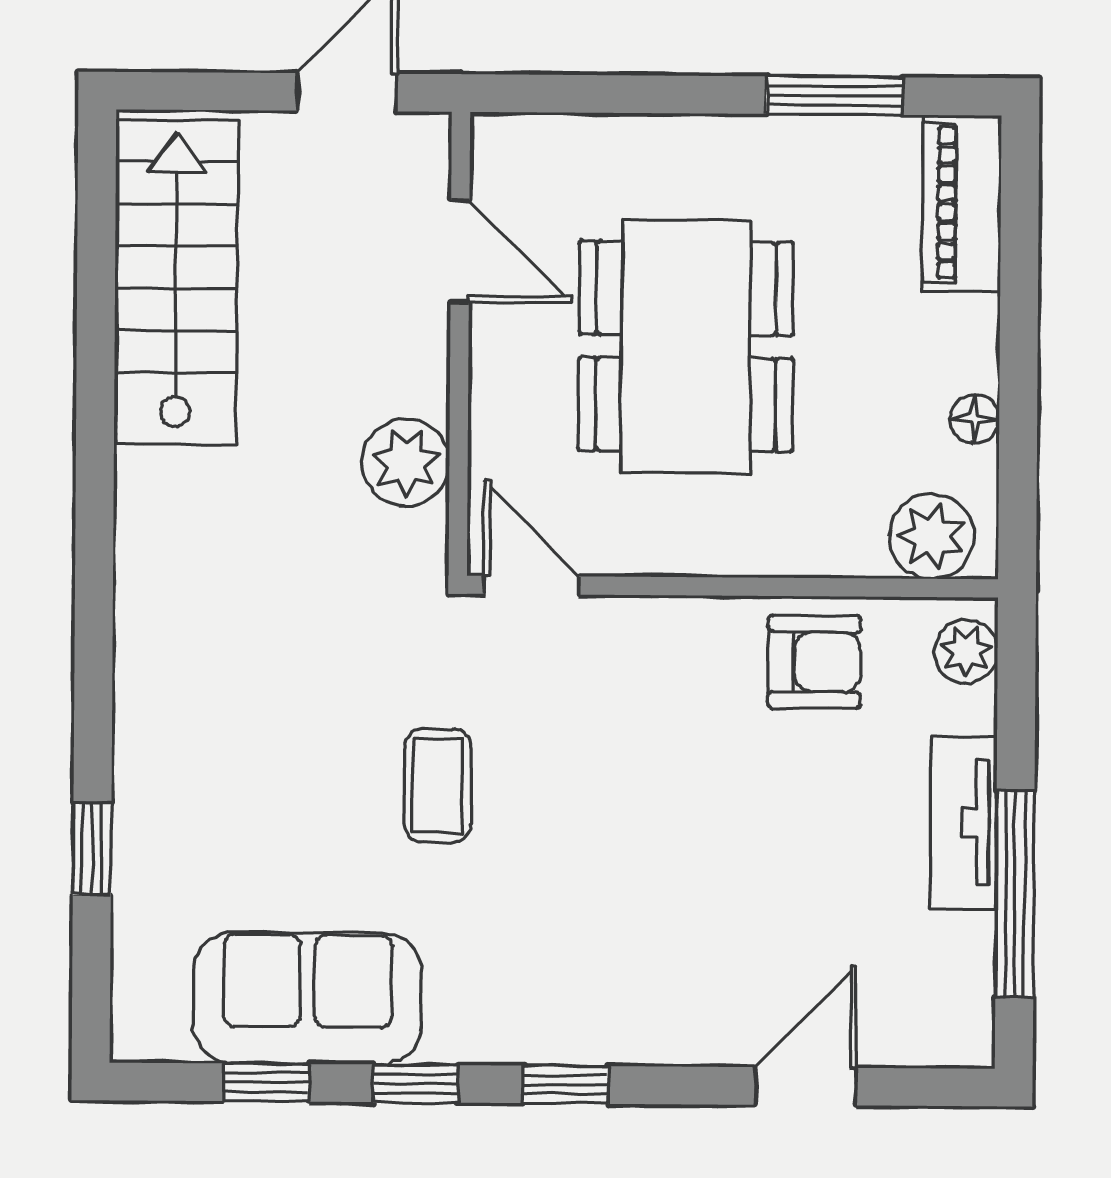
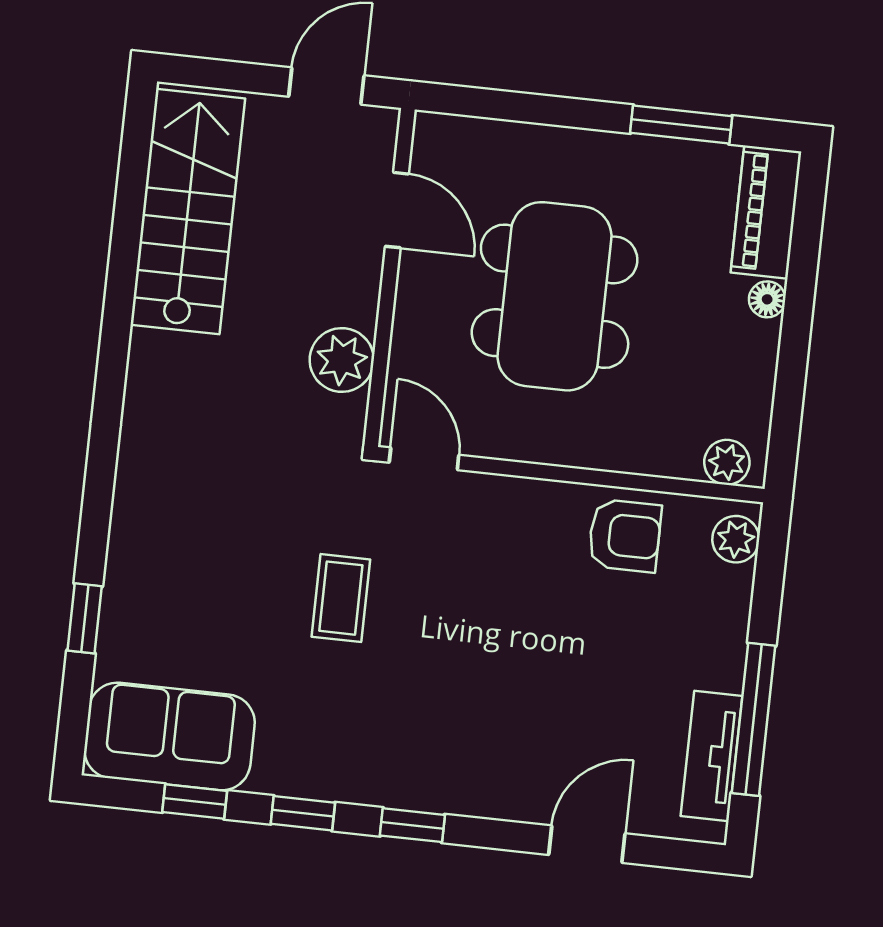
floor lamp: (975, 419) -> (767, 299), moved
plant: (932, 537) -> (727, 462), width x0.73, depth x0.73
tv unit: (964, 822) -> (711, 756), moved
sofa: (308, 998) -> (170, 736), moved

